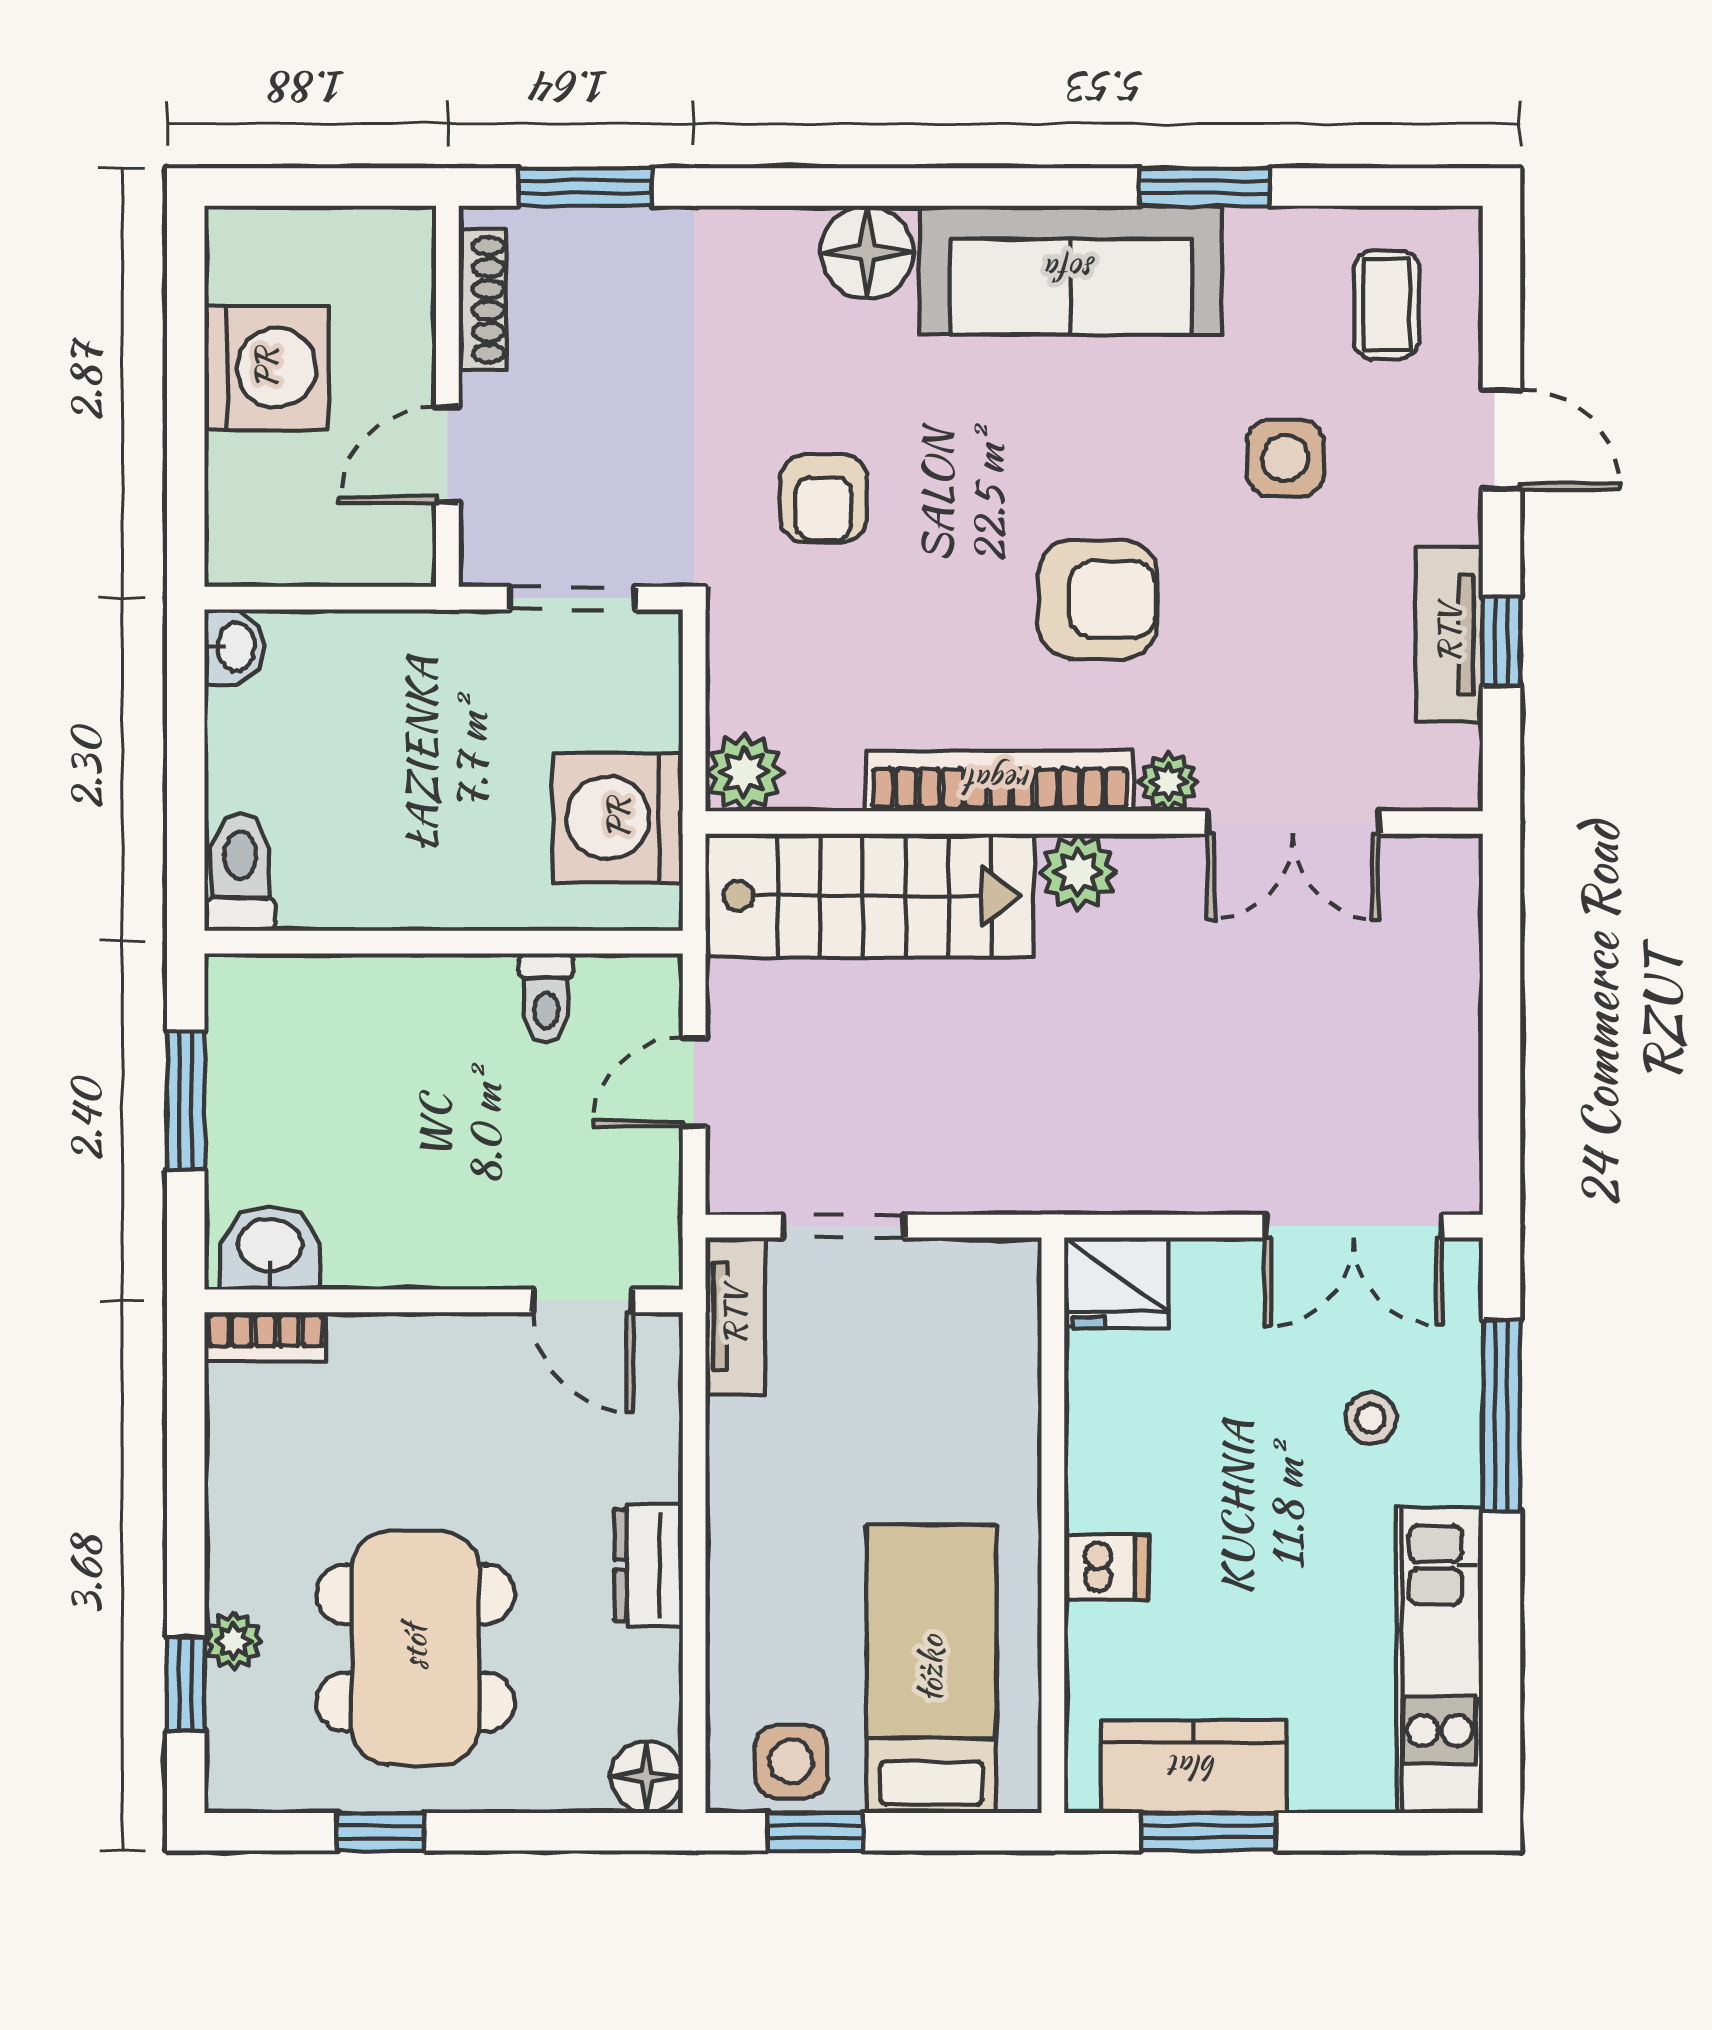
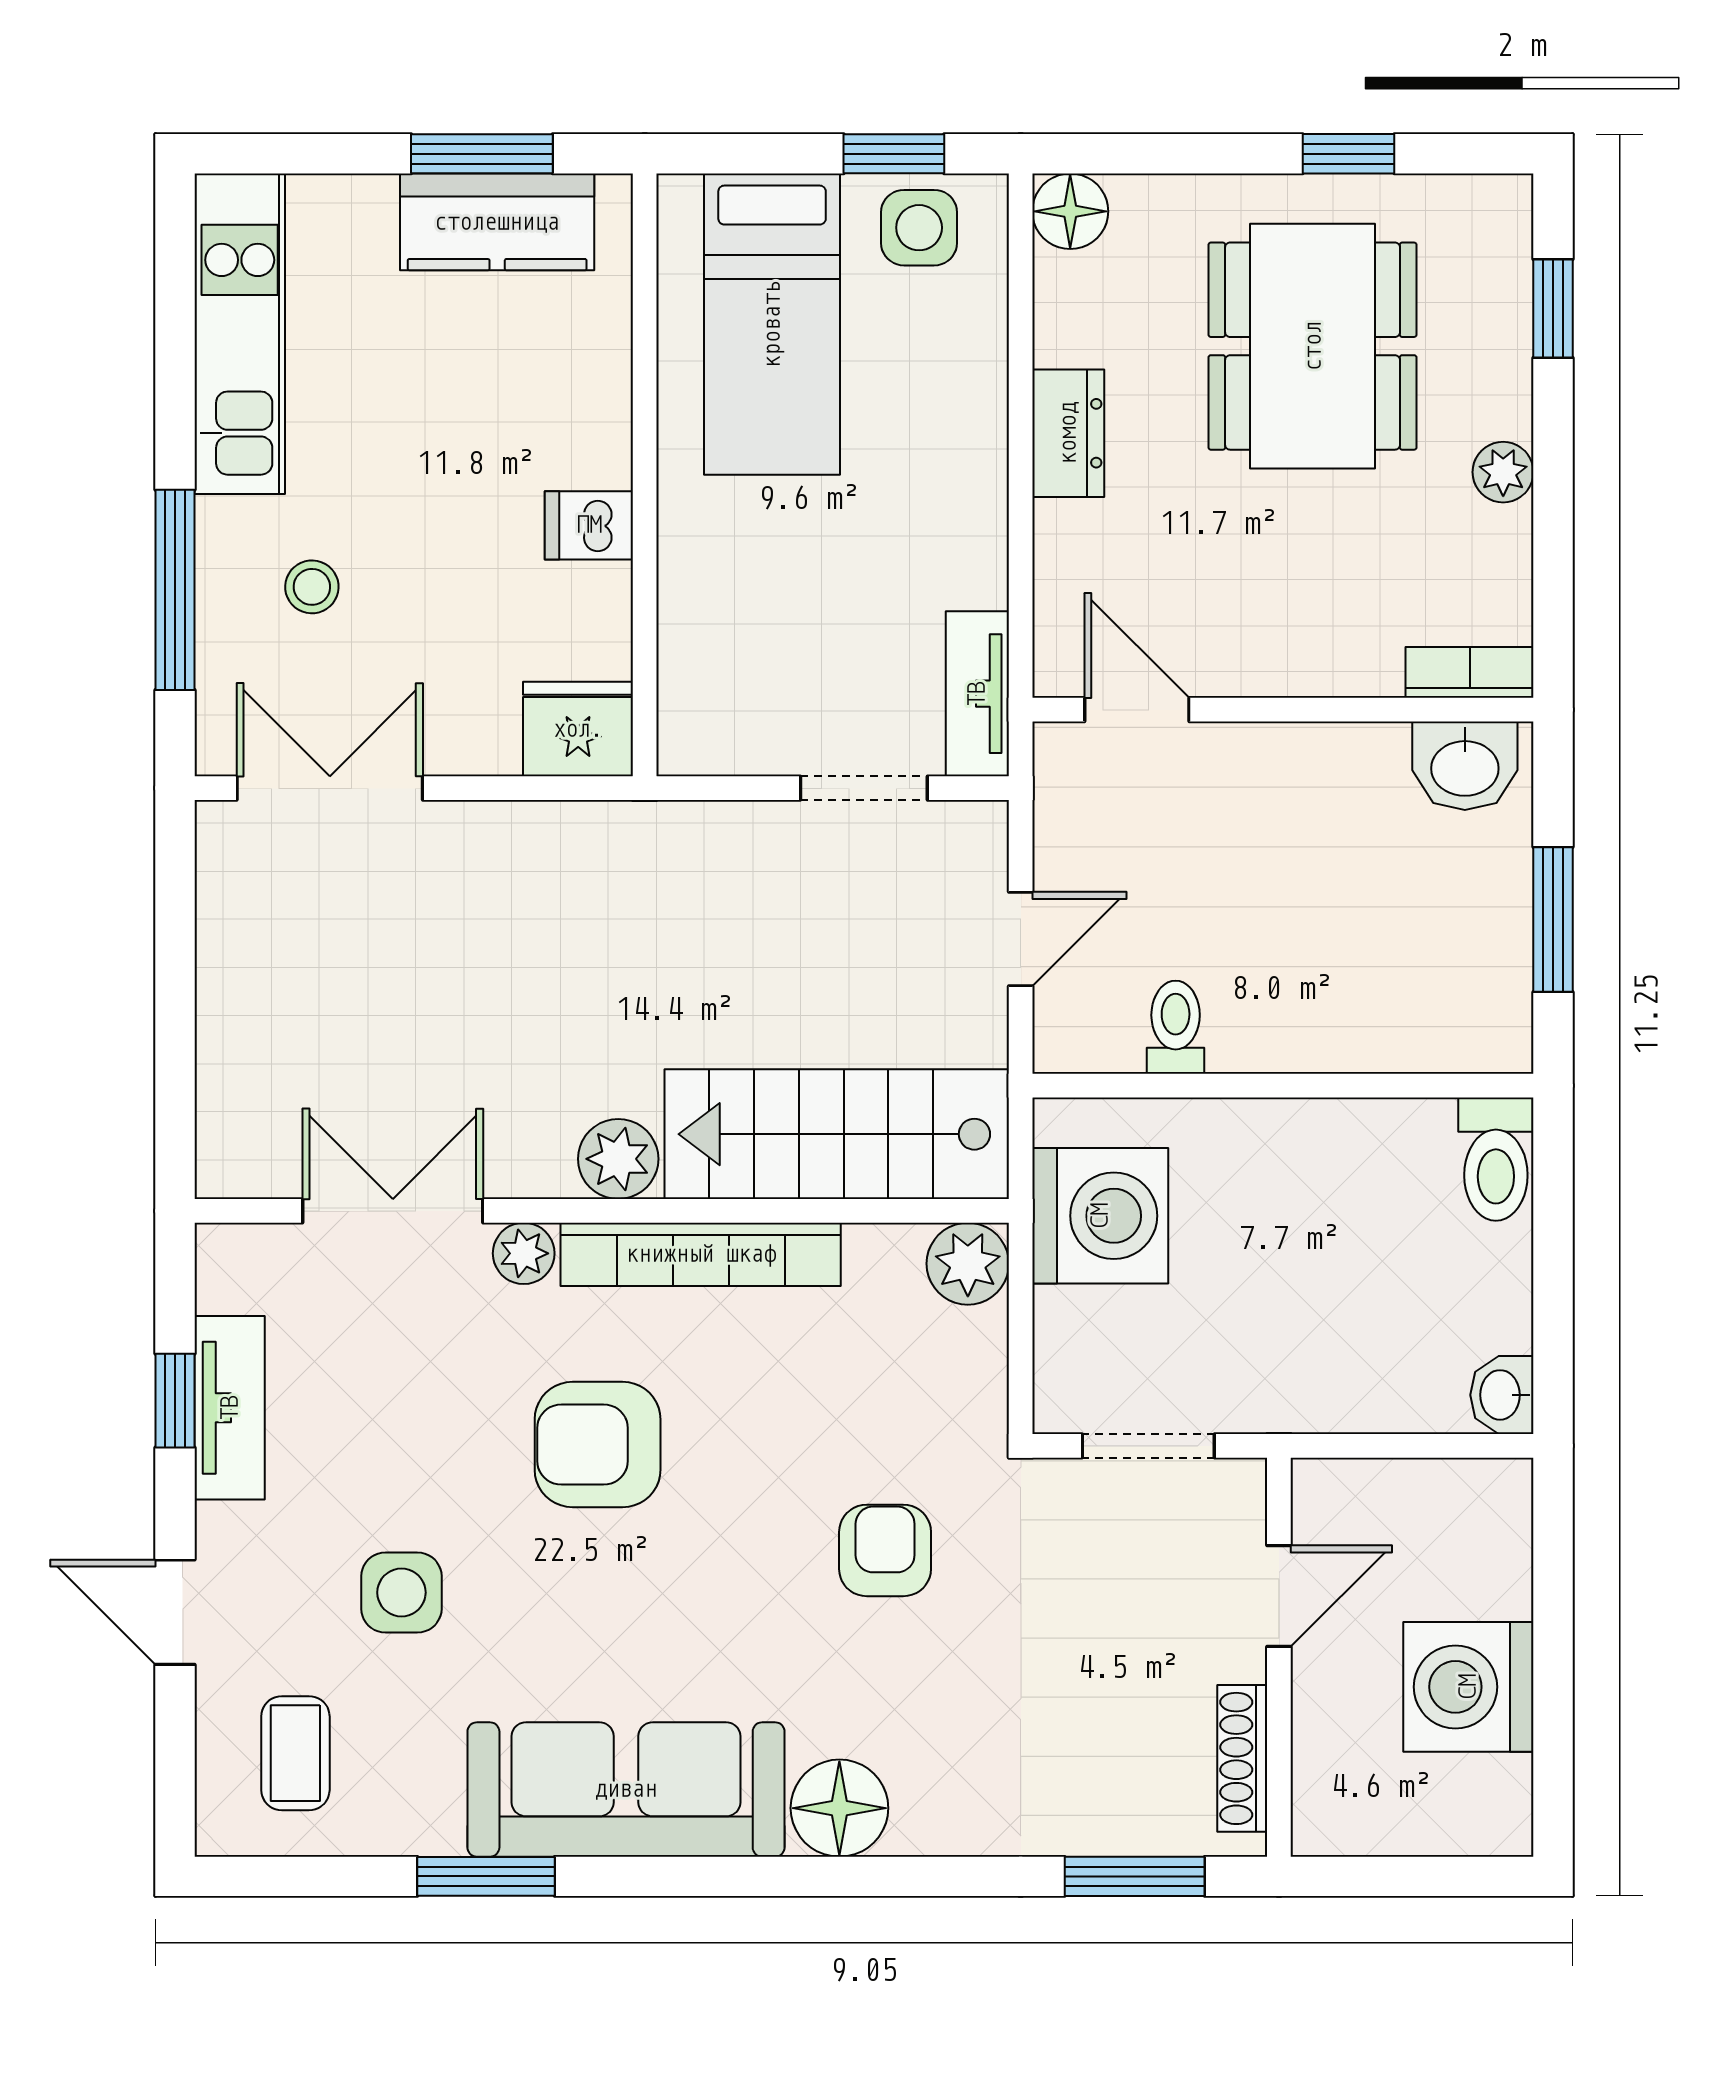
dishwasher: (1106, 1567) -> (589, 525), moved
plant: (233, 1641) -> (1503, 472), moved

